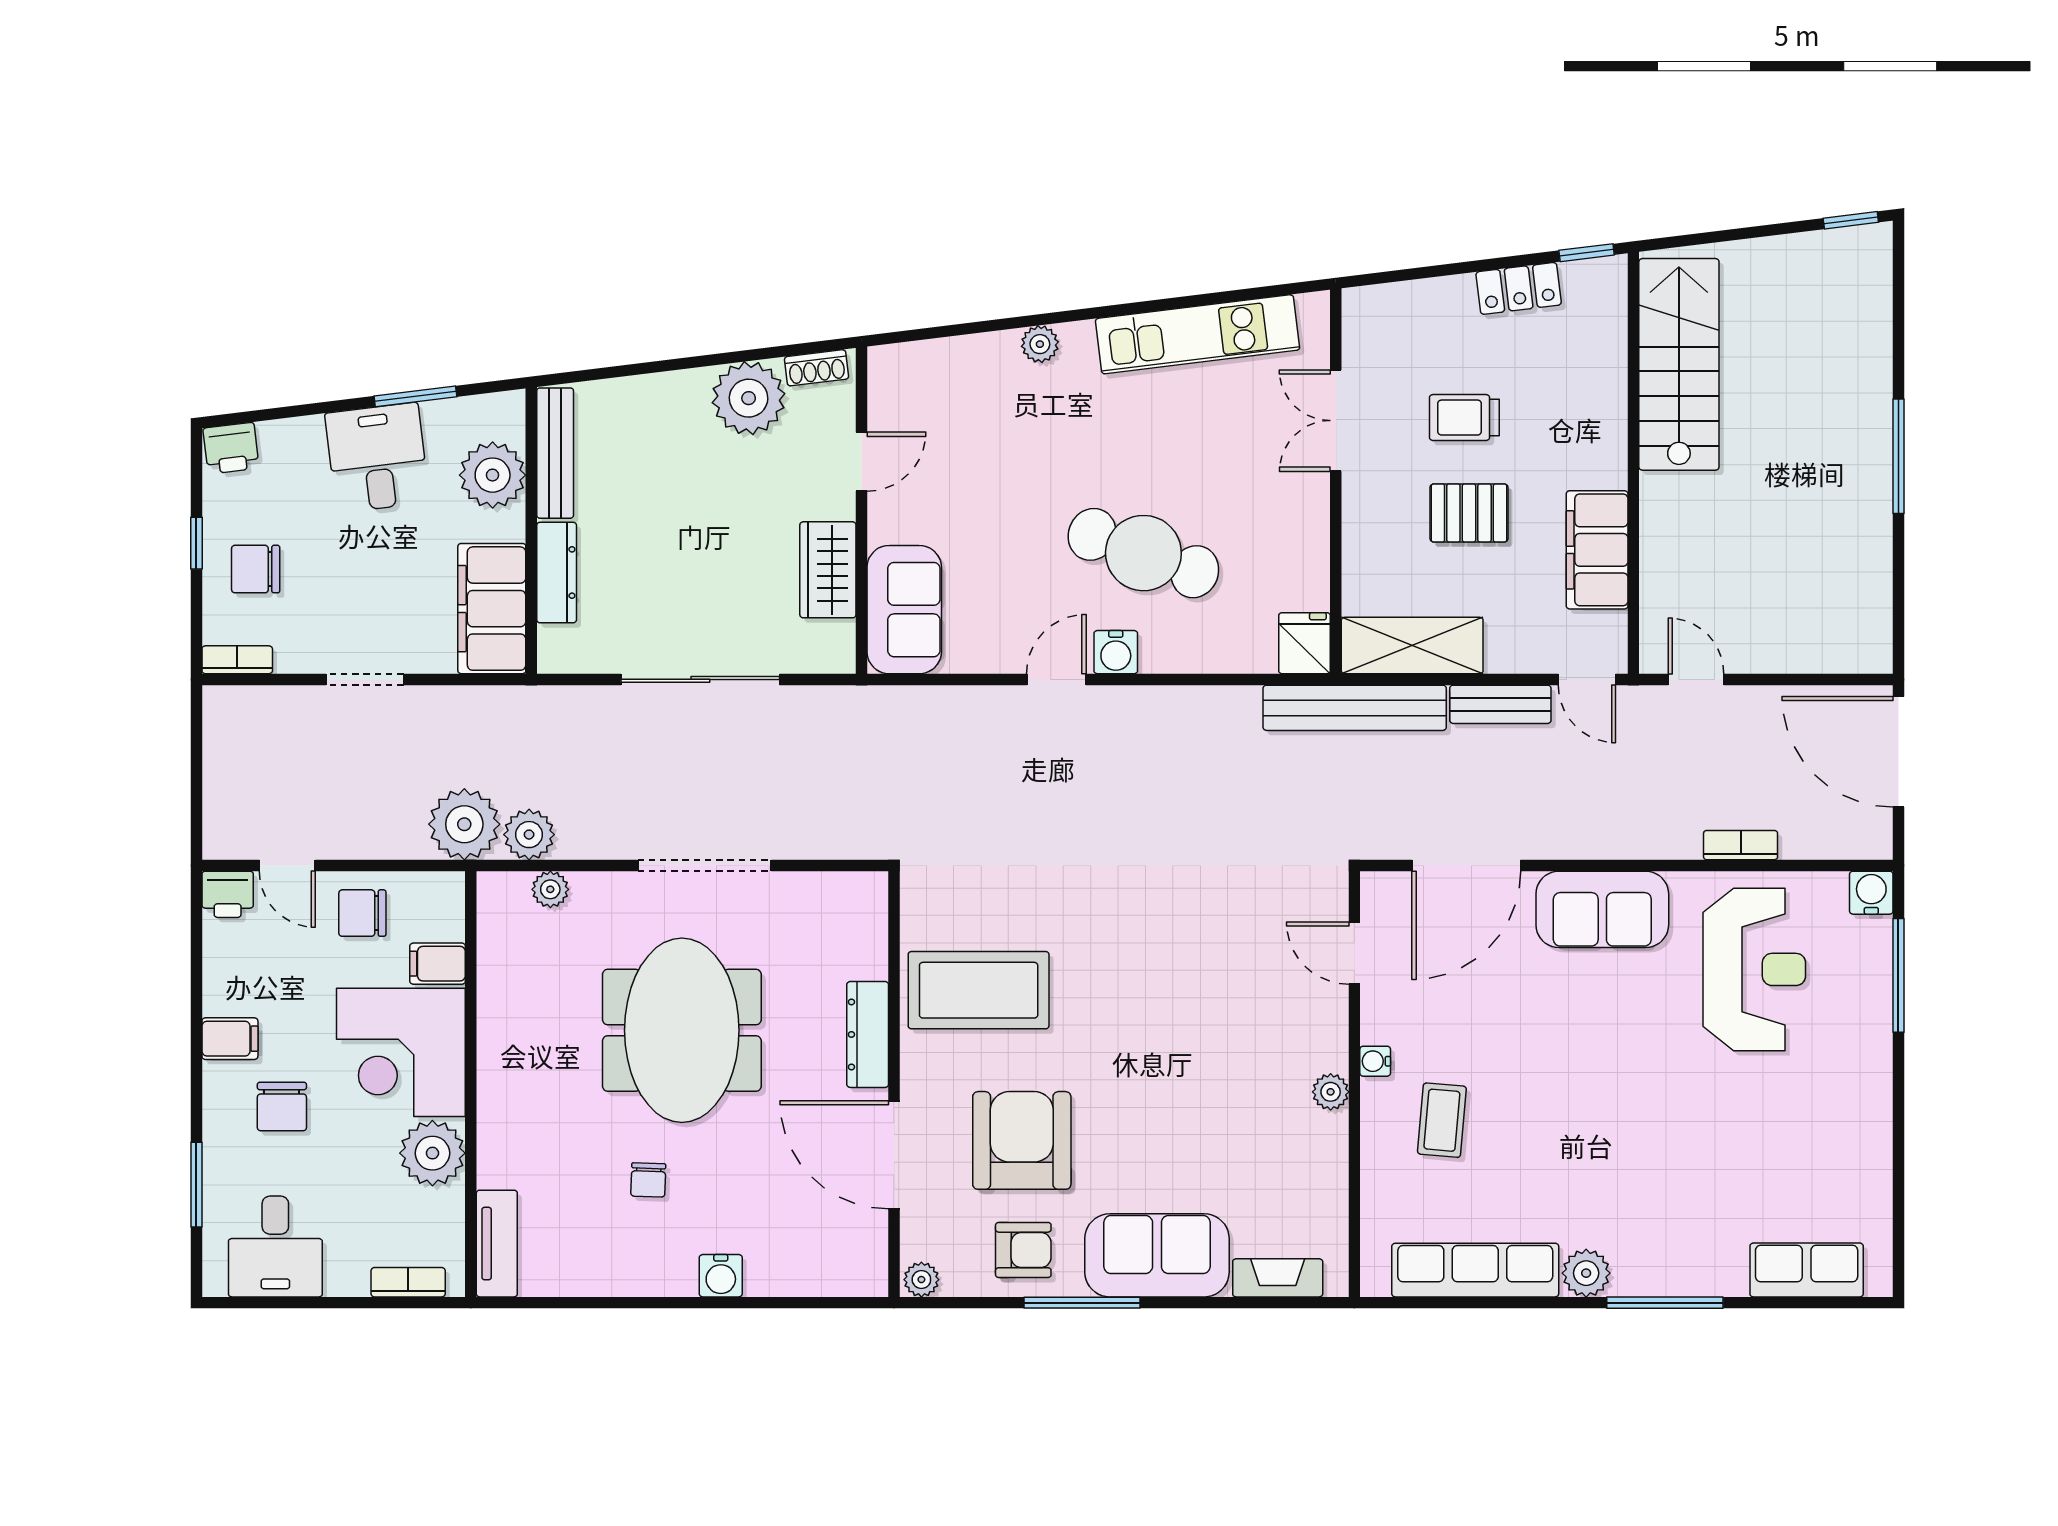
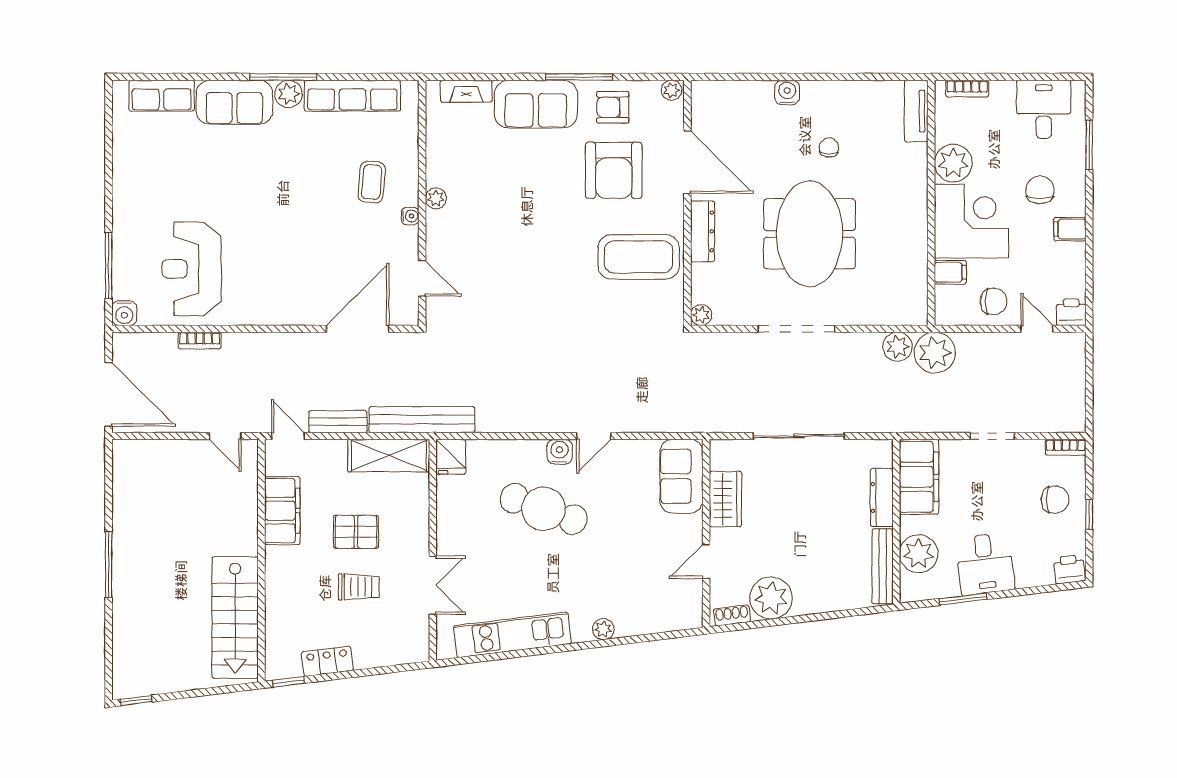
plant: (550, 889) -> (701, 315), moved
sofa: (1602, 909) -> (234, 102), moved, turned 180
window: (1665, 1303) -> (283, 77), moved

